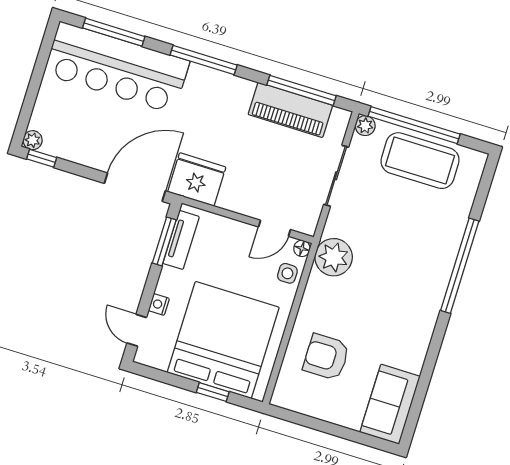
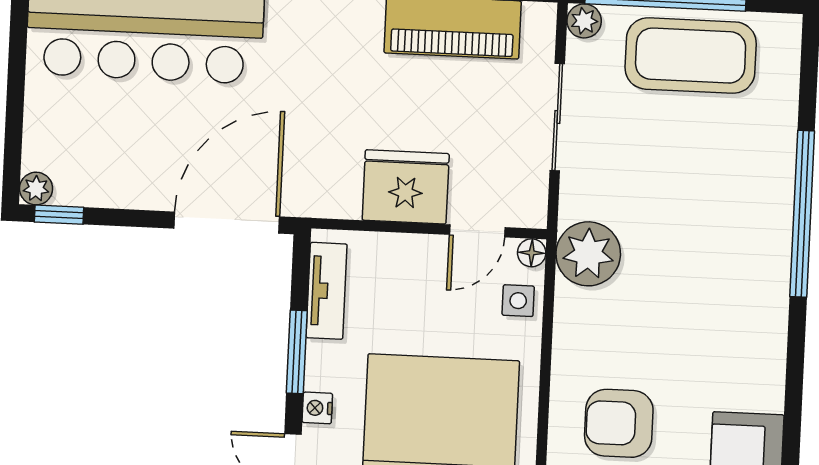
fridge: (197, 179) -> (406, 187), moved
window: (164, 241) -> (297, 352), moved

